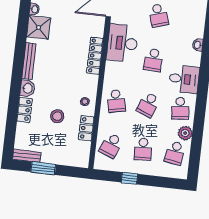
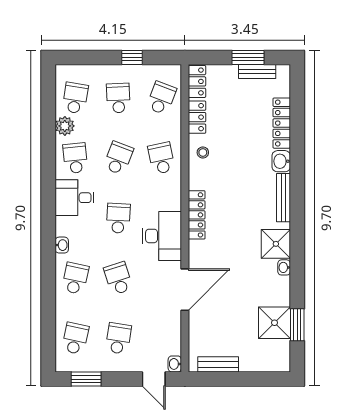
school desk: (190, 19) -> (75, 278), added
locker: (25, 110) -> (282, 123), width x1.53
stool: (57, 116) -> (237, 129), removed
locker: (83, 155) -> (197, 81), added
bench: (27, 156) -> (257, 71), moved

